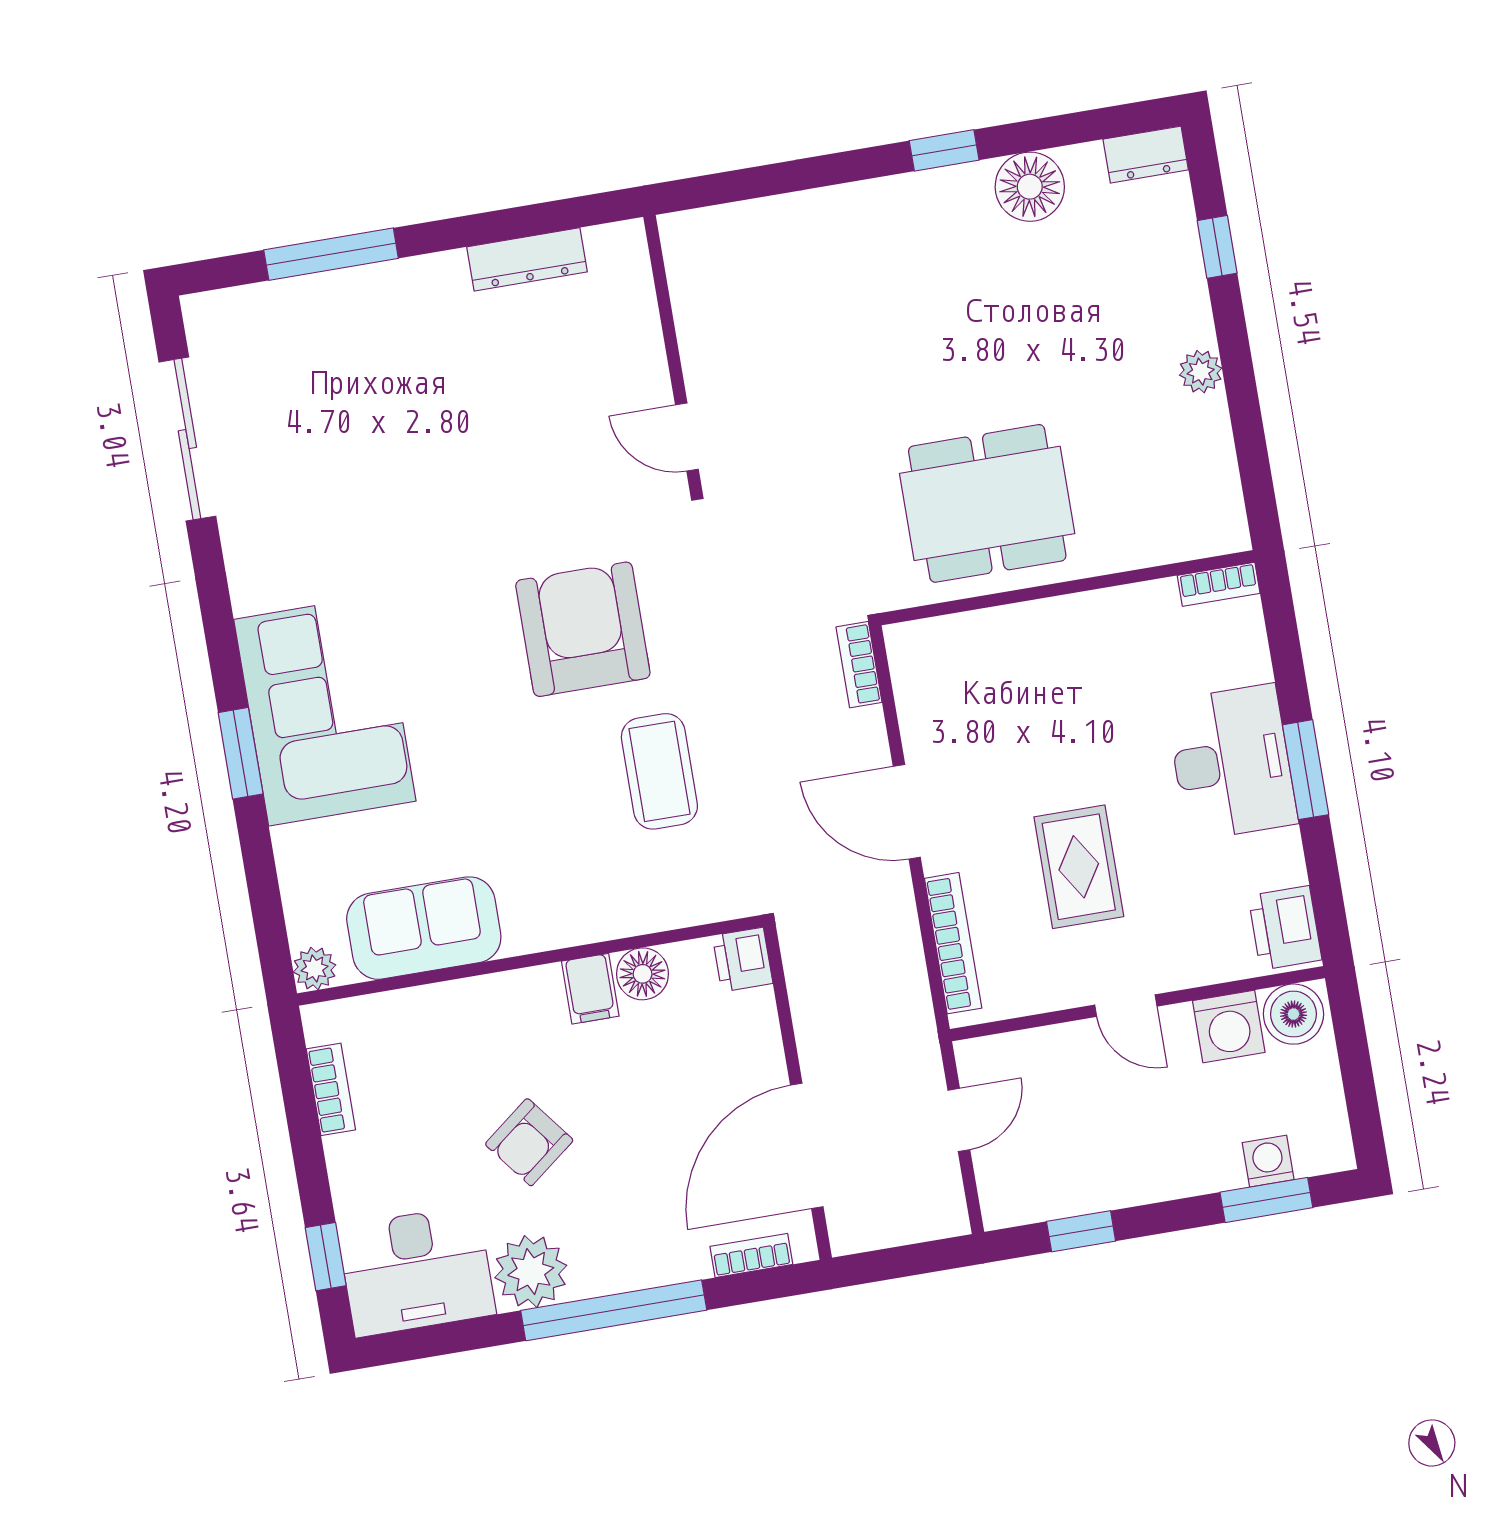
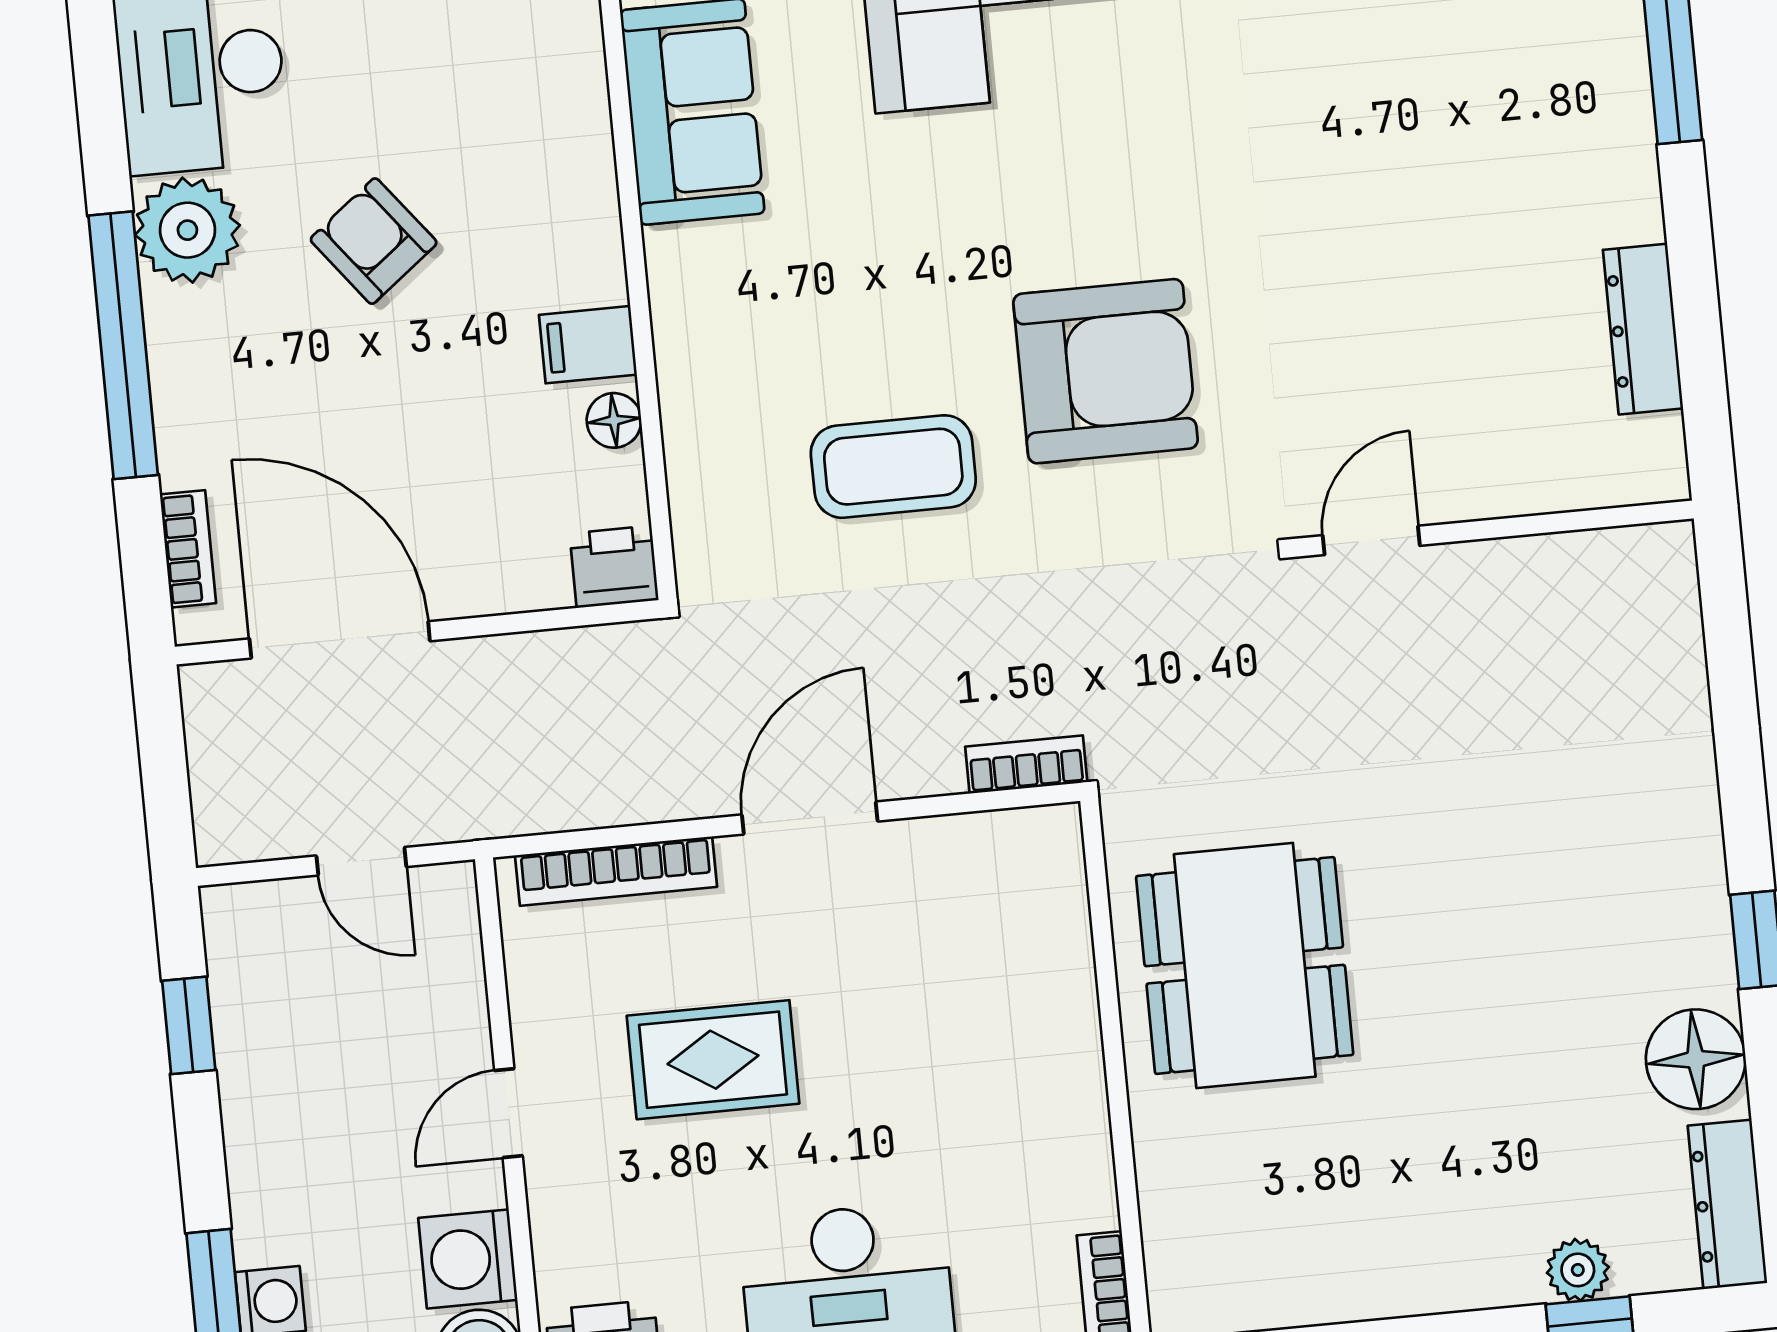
dresser: (1146, 155) -> (1728, 1204), width x1.44
plant: (1201, 372) -> (1578, 1270), moved
floor lamp: (643, 974) -> (614, 420), width x0.73, depth x0.73

